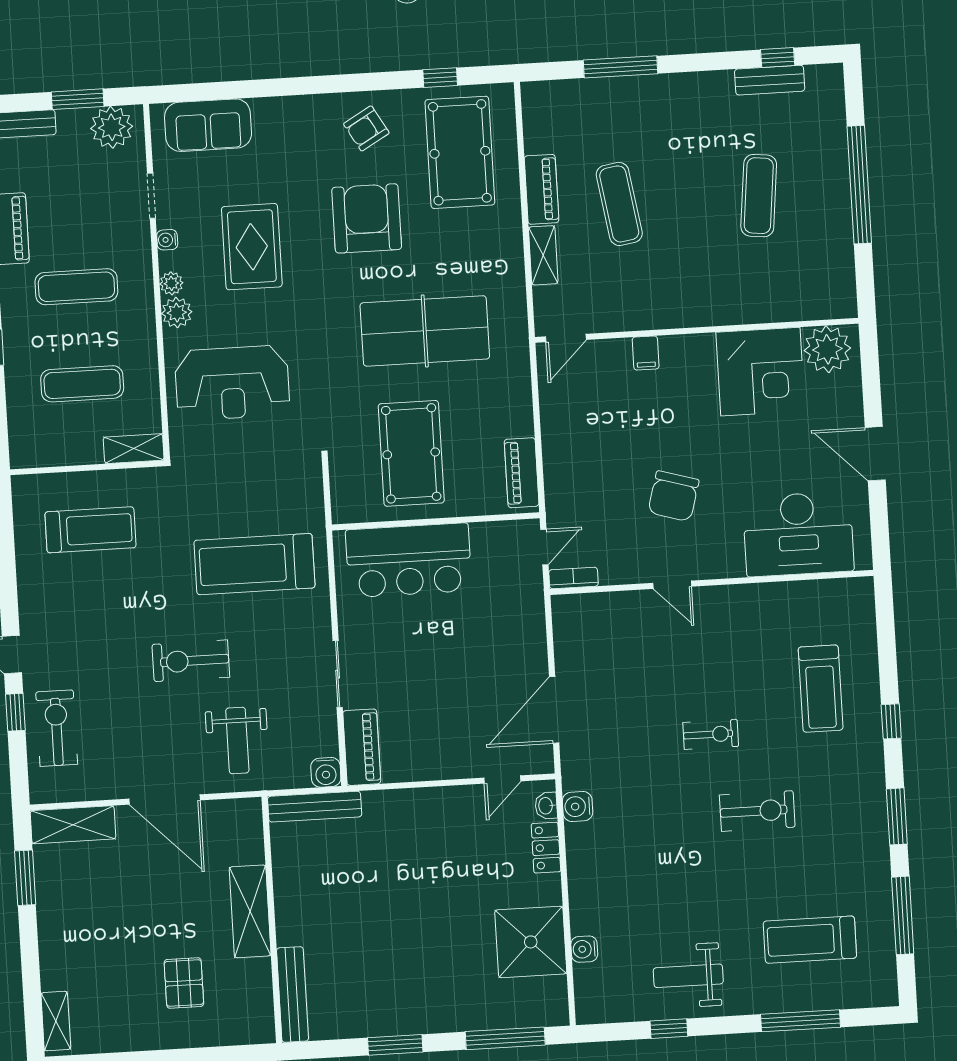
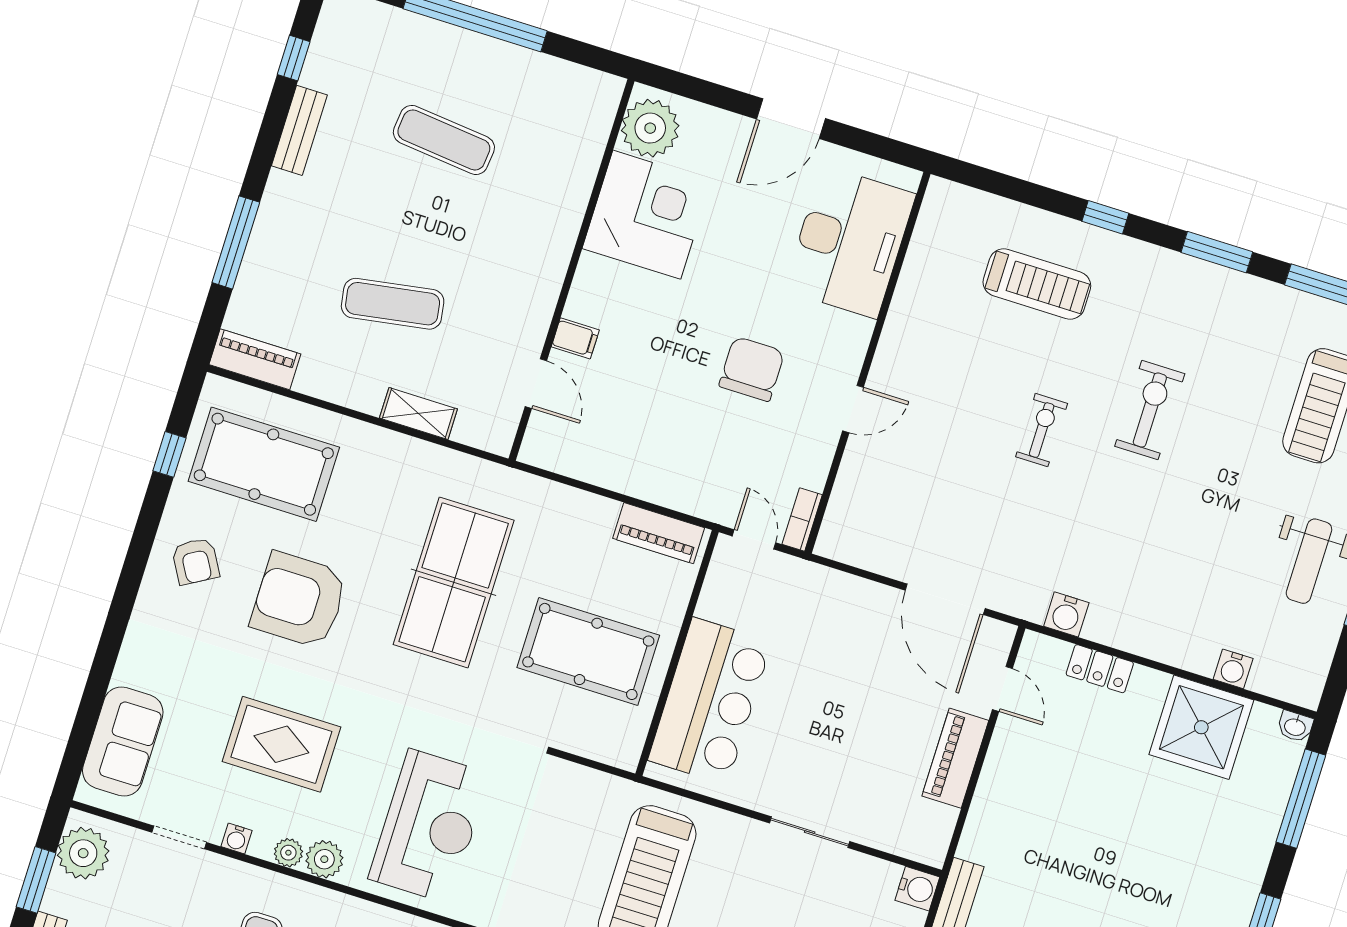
bench: (770, 80) -> (299, 130), moved
piano: (542, 189) -> (255, 359), moved
door: (566, 338) -> (536, 384), moved
chair: (673, 496) -> (752, 369), turned -106
piano: (362, 747) -> (955, 758), moved, turned -90
washbasin: (546, 806) -> (1295, 726), moved

